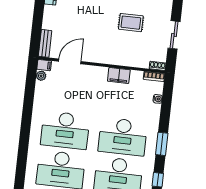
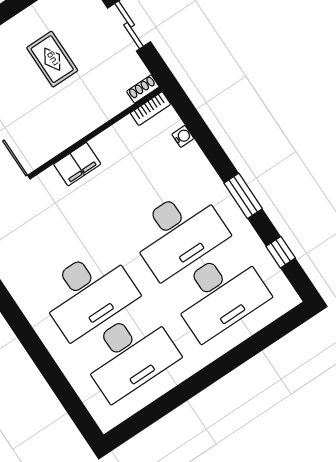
rug: (131, 23) -> (52, 59), turned 90
filing cabinet: (119, 75) -> (77, 164), moved

